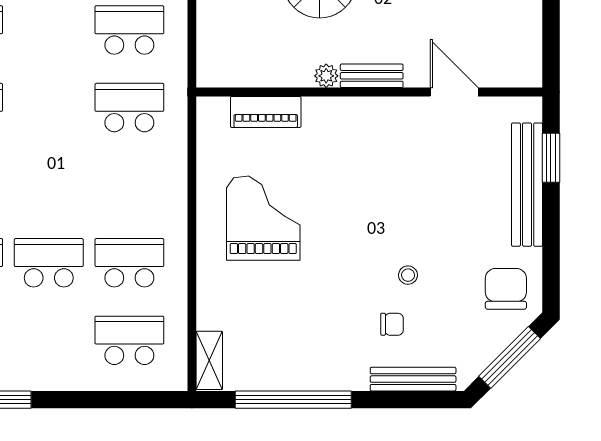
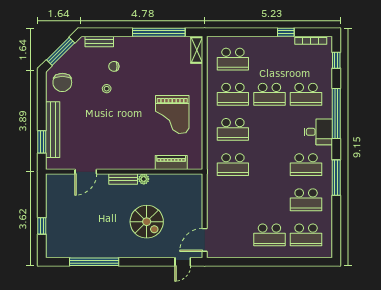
school desk: (129, 30) -> (233, 129), moved
door: (454, 92) -> (86, 172), hinge flipped
bench: (413, 379) -> (99, 42), width x0.73

